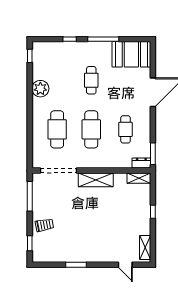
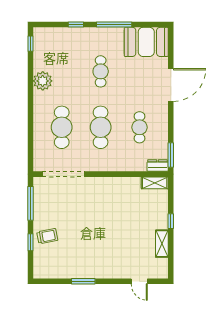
shelving: (96, 180) -> (106, 185), removed
window: (30, 243) -> (30, 242), moved
shelving: (145, 247) -> (162, 244), moved

